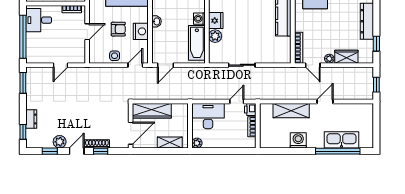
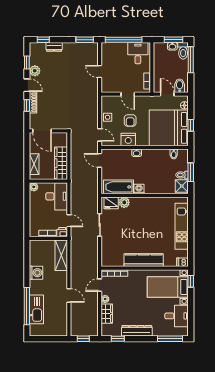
fridge: (216, 21) -> (111, 203), moved
wardrobe: (152, 111) -> (61, 163), moved
shelving: (291, 111) -> (61, 255), moved

